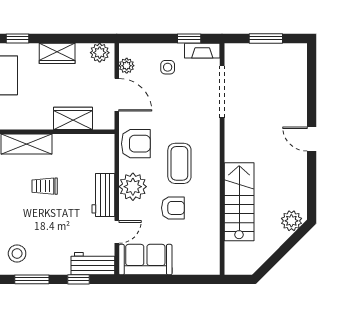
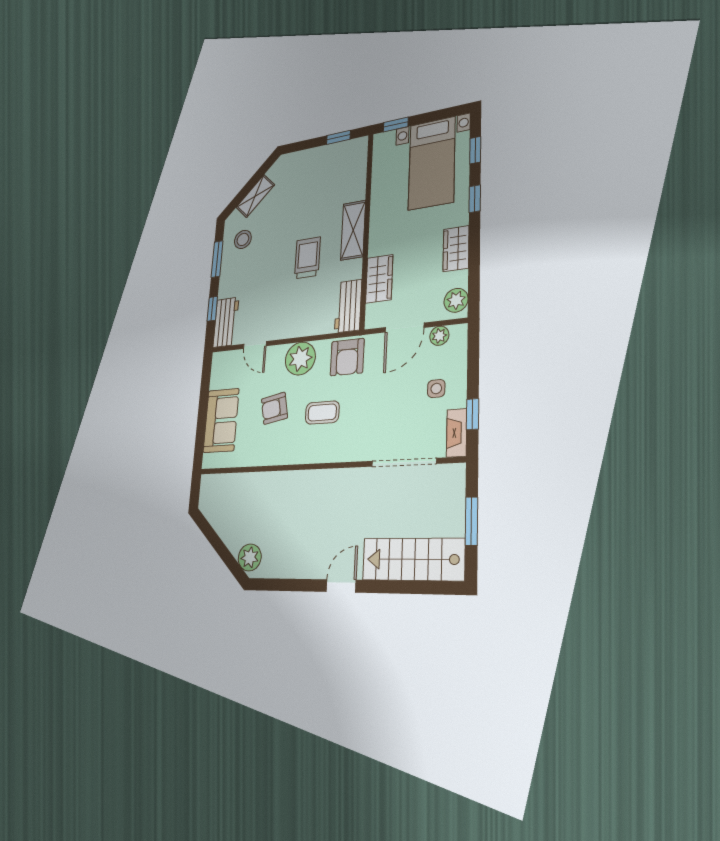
coffee table: (179, 163) -> (322, 413), width x0.73, depth x0.77
trolley: (45, 186) -> (307, 258), width x1.36, depth x1.39
workbench: (103, 195) -> (348, 306), moved, turned -90
stairs: (239, 202) -> (413, 559), moved, turned 180
armchair: (173, 208) -> (274, 408), turned 79
sofa: (145, 260) -> (221, 420), moved

